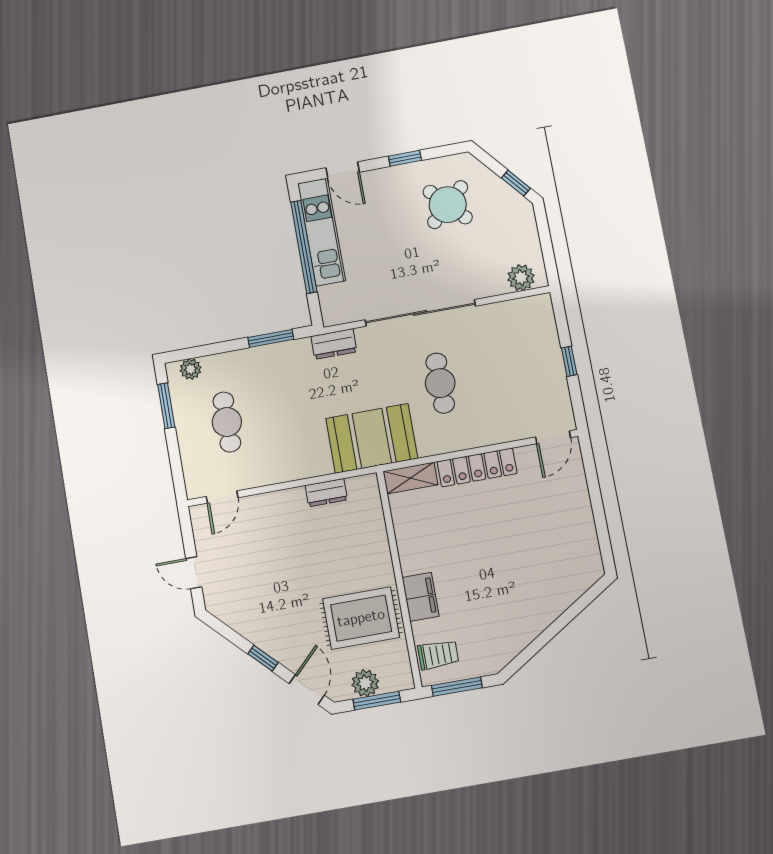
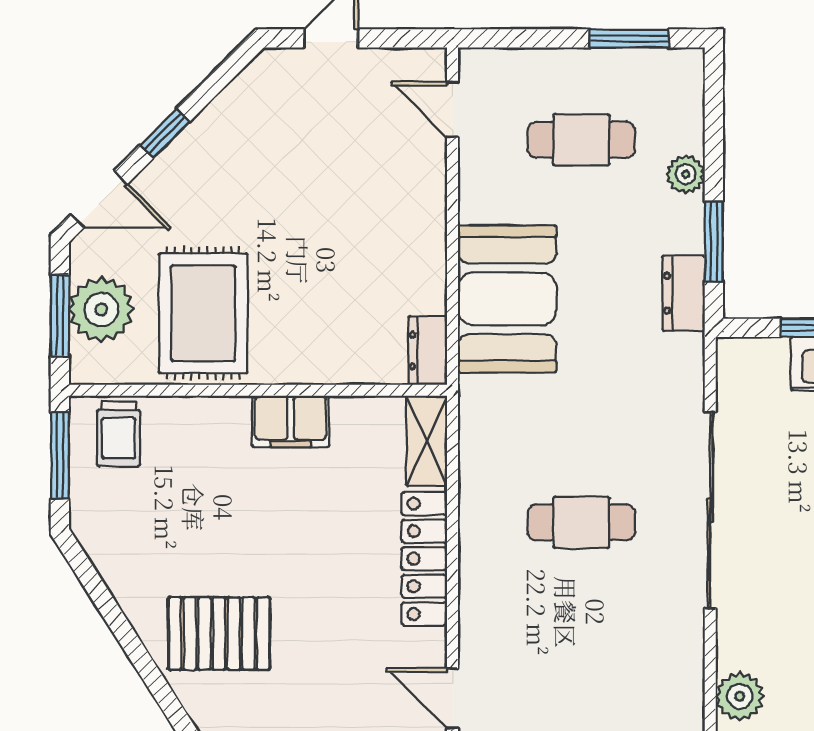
dresser: (334, 344) -> (684, 293), moved
plant: (191, 369) -> (686, 174), moved
booth: (372, 438) -> (507, 299), moved
dresser: (326, 493) -> (428, 351), moved
pallet: (542, 577) -> (219, 634), added
filing cabinet: (421, 597) -> (291, 421), moved
plant: (365, 683) -> (101, 310), width x1.36, depth x1.36

